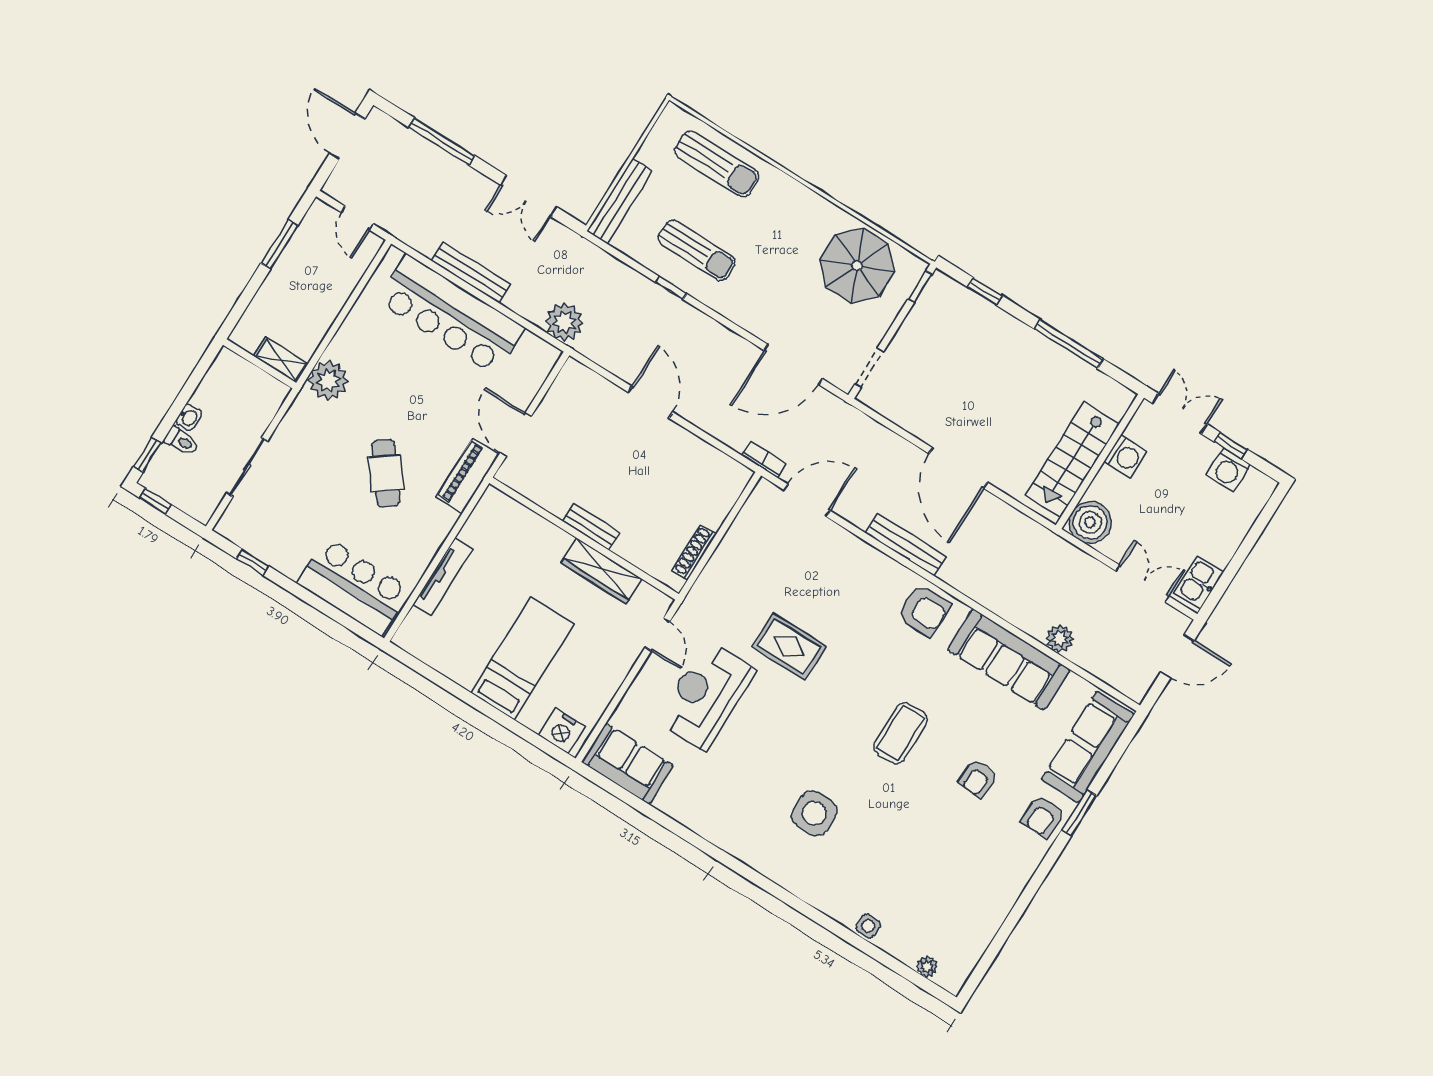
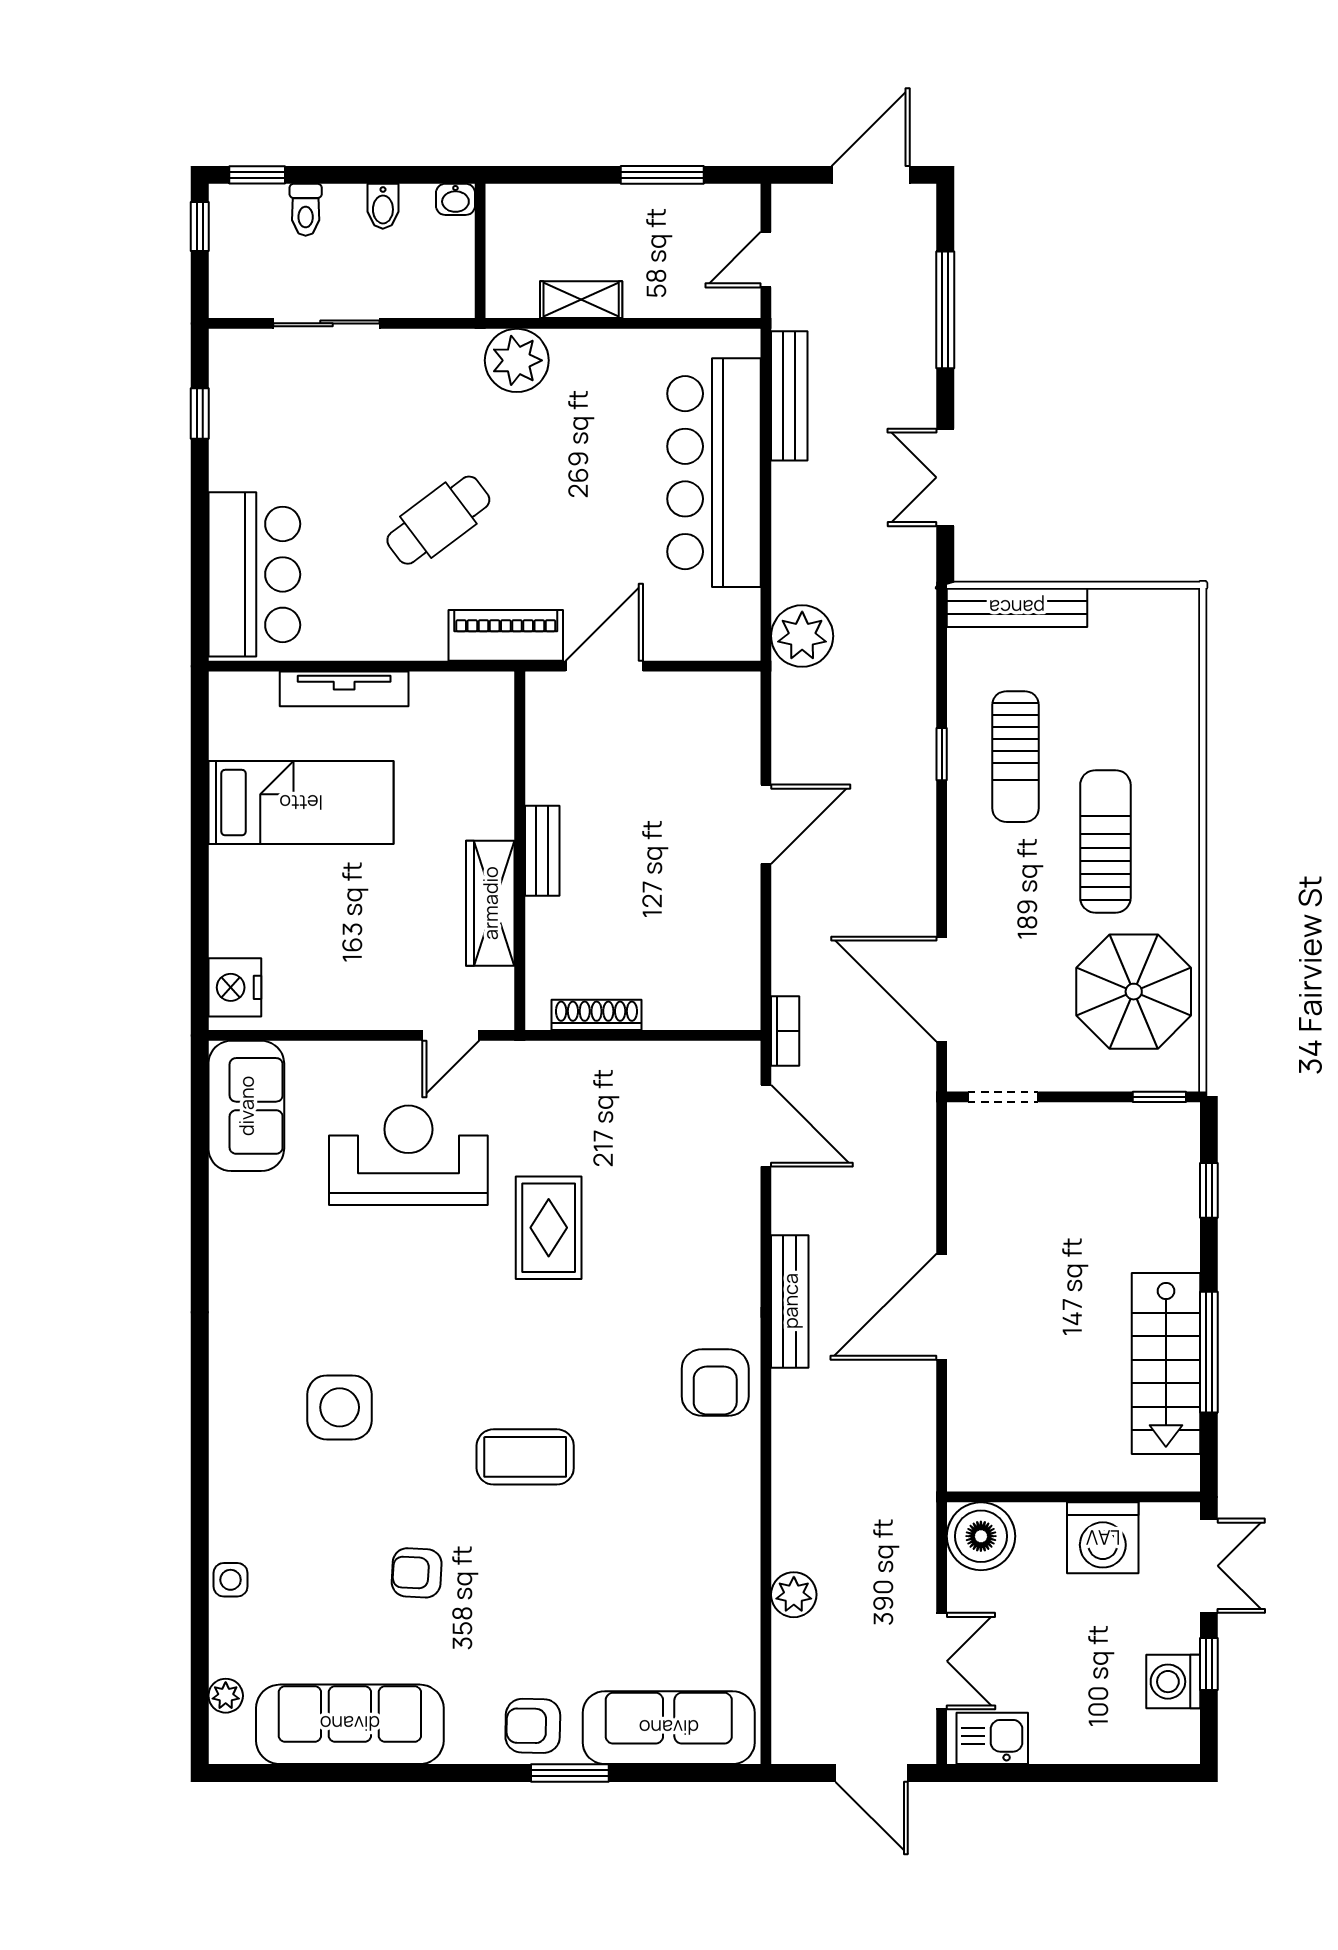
sun lounger: (717, 164) -> (1105, 841), moved, turned 180
bench: (471, 272) -> (789, 396), moved
shelving: (281, 360) -> (581, 300), moved, turned 90
bidet: (205, 400) -> (383, 206), added
washbasin: (189, 417) -> (455, 199), moved
washing machine: (1126, 456) -> (1103, 1538), width x1.37, depth x1.37
stairs: (1072, 460) -> (1166, 1363), moved, turned -90
bed: (522, 658) -> (301, 803), moved
sofa: (1009, 660) -> (350, 1724), moved, turned 90
armchair: (978, 779) -> (417, 1573), moved

